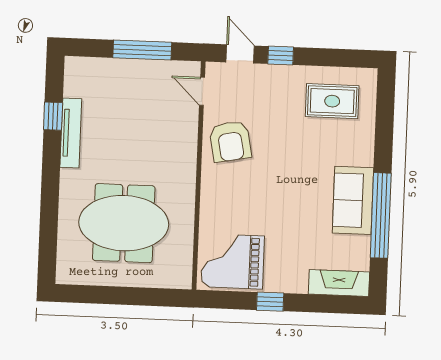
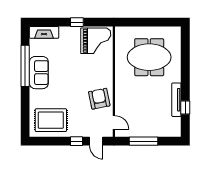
rug: (332, 101) -> (51, 120), width x1.36, depth x1.43

